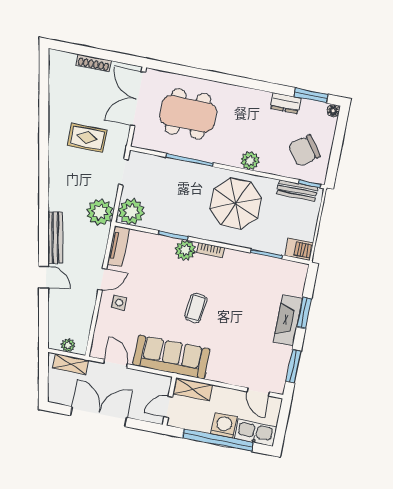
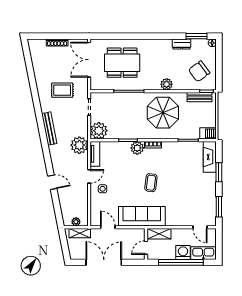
plant: (100, 212) -> (79, 145), moved
bench: (55, 238) -> (49, 129), moved
fireplace: (288, 320) -> (210, 157), moved

